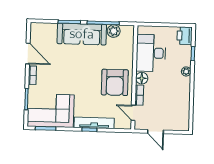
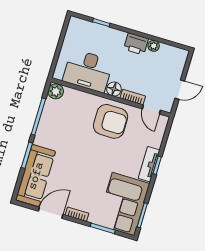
plant: (114, 31) -> (56, 91), moved
sofa: (82, 34) -> (36, 176), moved
printer: (185, 36) -> (136, 44), moved
plant: (186, 71) -> (154, 46), moved
door: (133, 113) -> (151, 110), hinge flipped
tv unit: (94, 123) -> (149, 164), width x0.71

